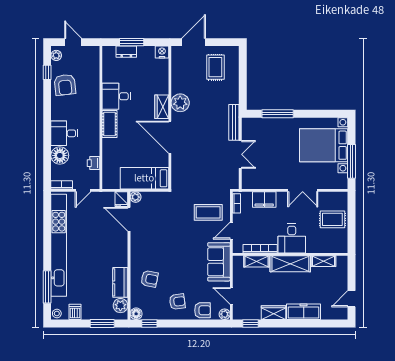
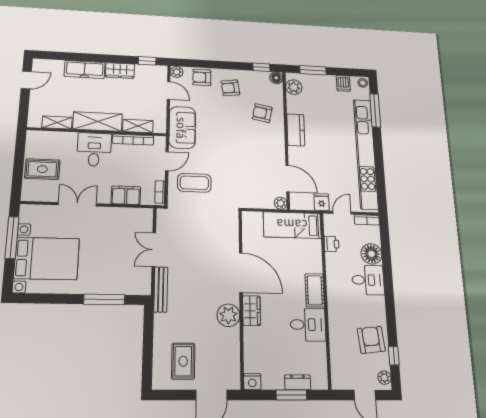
bed: (144, 178) -> (292, 225), moved, turned 180
fridge: (121, 199) -> (322, 202), moved
kitchen counter: (120, 282) -> (296, 130), moved

